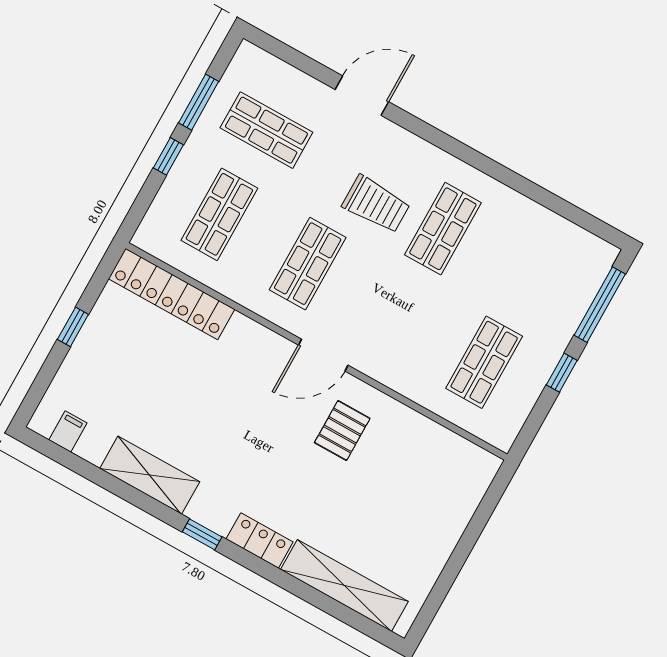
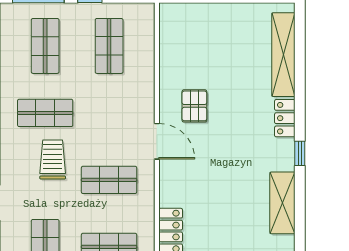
shop shelf: (531, 278) -> (45, 46), added
shop shelf: (484, 362) -> (109, 46), turned 90
pallet: (342, 431) -> (194, 106), turned 90

